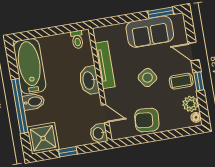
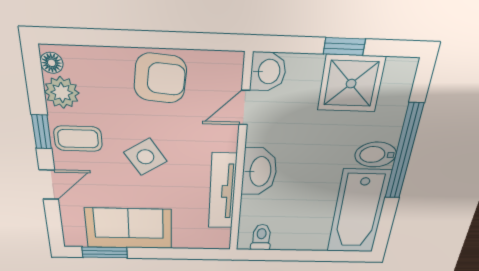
door: (194, 52) -> (49, 185), hinge flipped
door: (105, 114) -> (244, 108), hinge flipped
shower: (43, 138) -> (351, 84), moved

